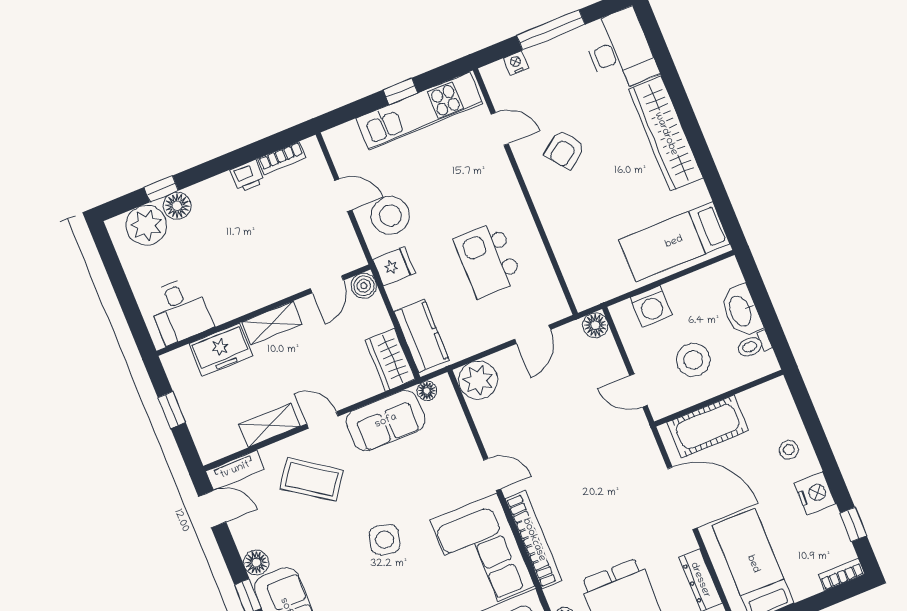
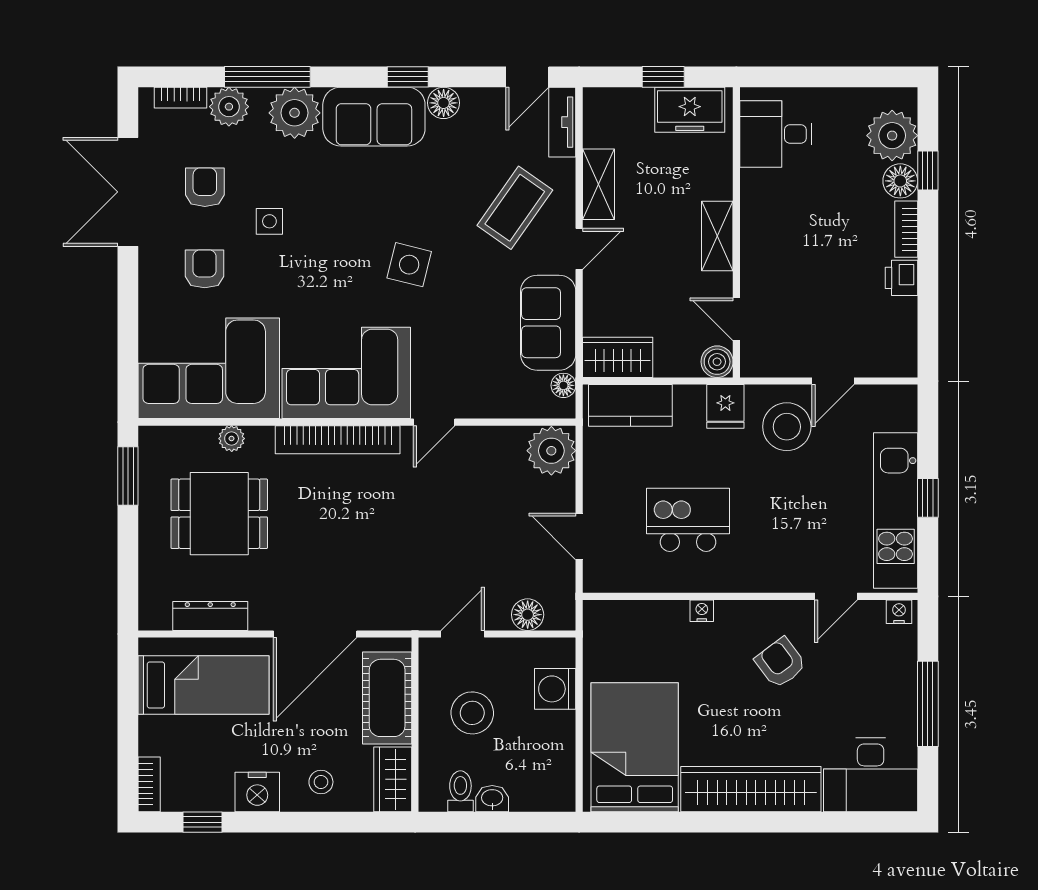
nightstand: (516, 63) -> (899, 612), moved, turned -90
bookcase: (282, 158) -> (906, 229), moved
nightstand: (550, 223) -> (702, 611), added
bed: (674, 242) -> (635, 747), width x1.50
washbasin: (741, 311) -> (492, 799), width x0.52, depth x0.69
floor lamp: (595, 325) -> (528, 615), moved
freezer: (221, 350) -> (690, 110), moved, turned -90
wardrobe: (765, 398) -> (393, 779), added

